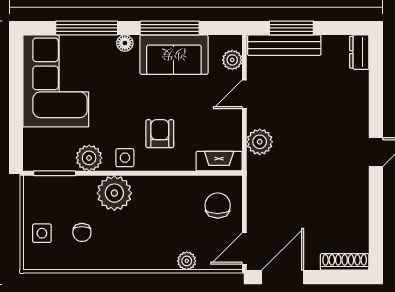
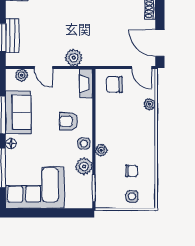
bench: (284, 45) -> (12, 36), width x0.73
plant: (114, 193) -> (101, 150), width x0.53, depth x0.53

